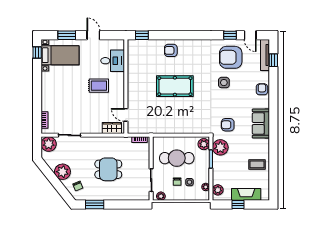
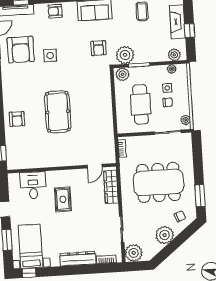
dresser: (47, 95) -> (78, 259), added
wardrobe: (112, 128) -> (111, 187), width x1.50
dining table: (108, 169) -> (158, 182), width x1.88, depth x1.24

